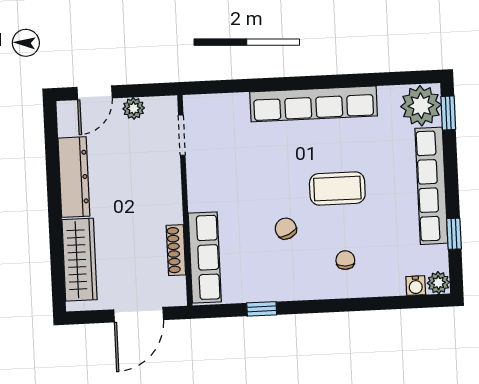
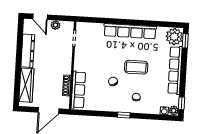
door: (95, 93) -> (40, 17), hinge flipped
window: (454, 234) -> (182, 103), moved
window: (262, 309) -> (124, 115), moved

